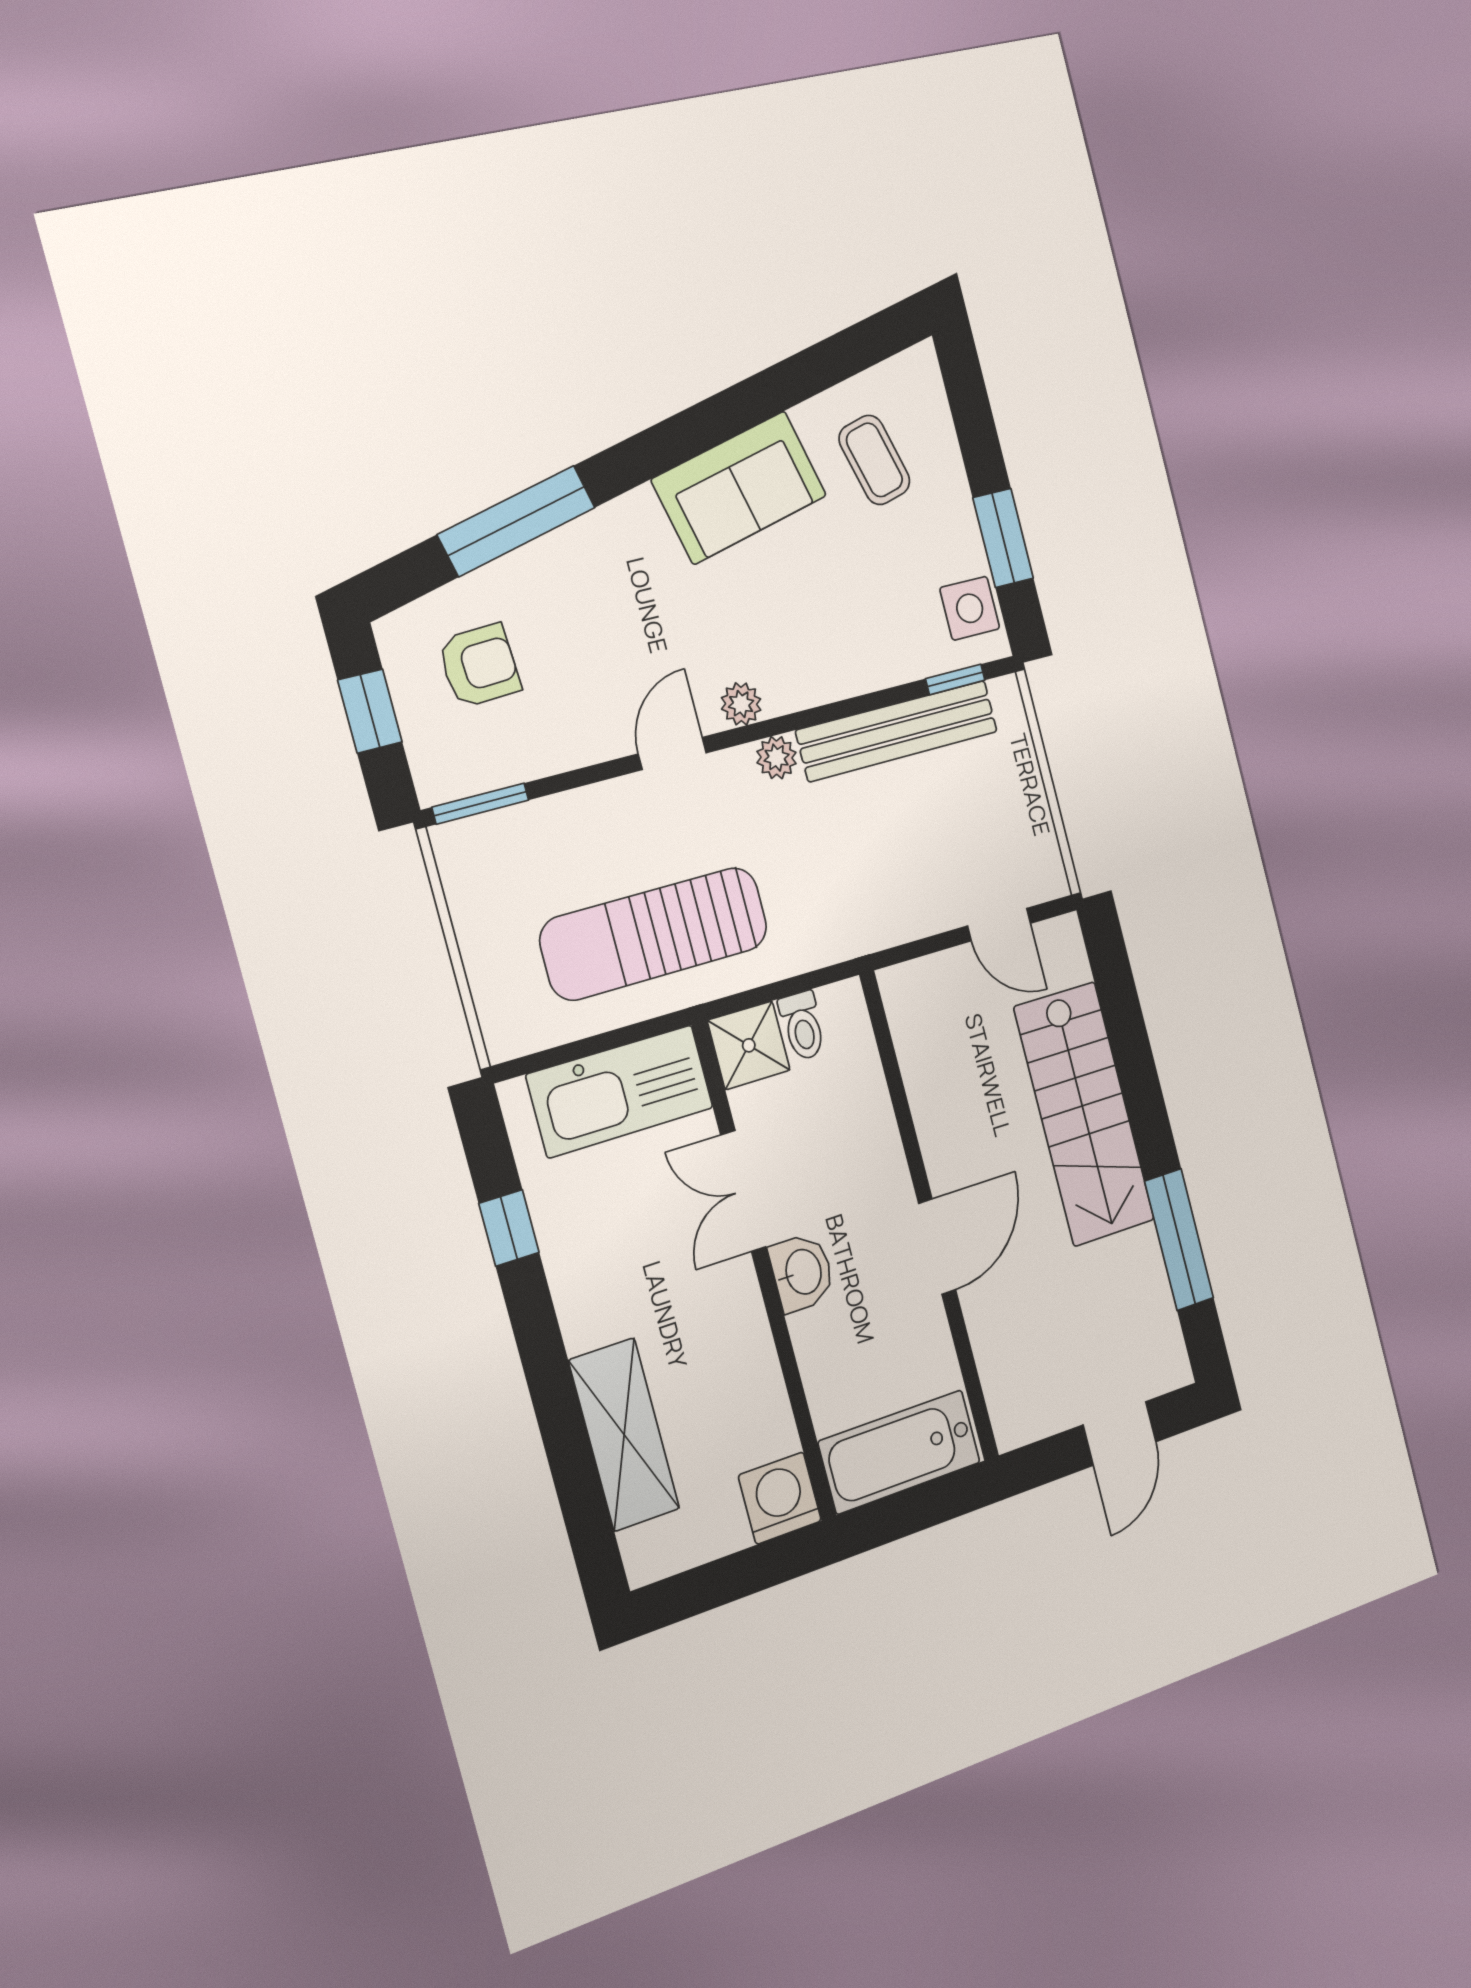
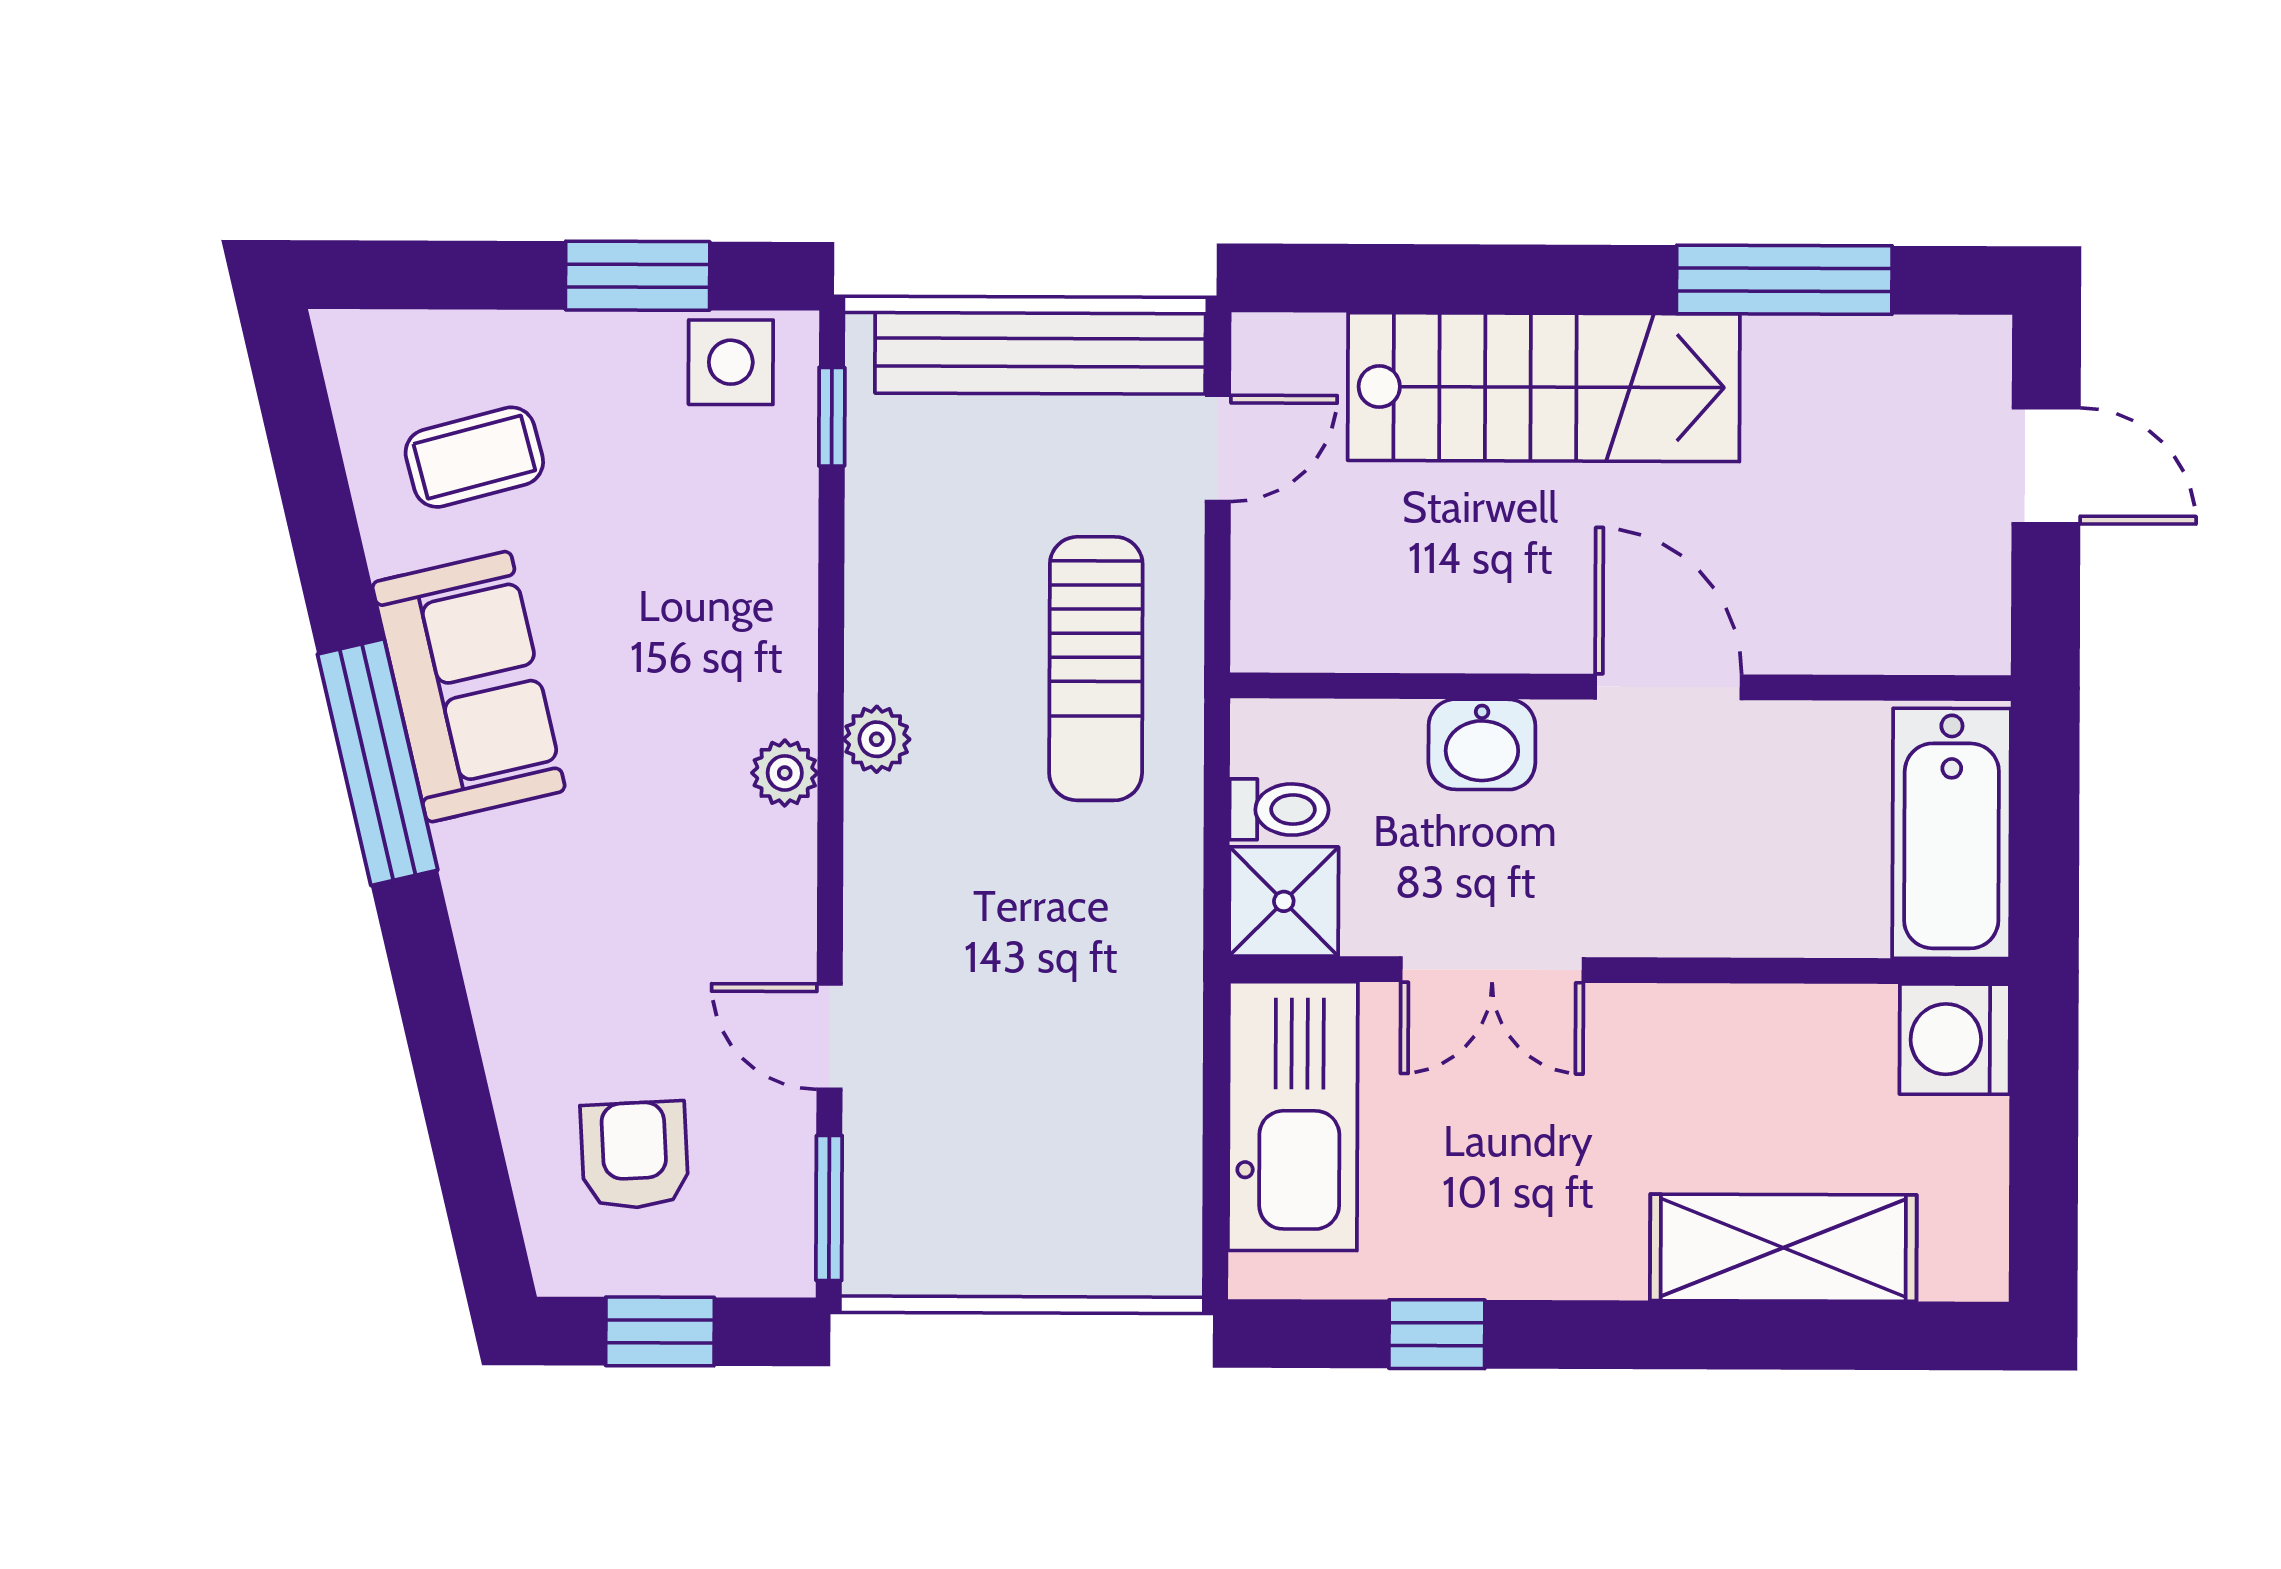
window: (517, 521) -> (378, 762), moved
bench: (897, 731) -> (1040, 353), moved, turned 90
door: (672, 753) -> (830, 1037), moved
sun lounger: (654, 934) -> (1096, 669), moved, width x0.73, depth x0.75
washbasin: (802, 1272) -> (1482, 744), moved, turned 180

